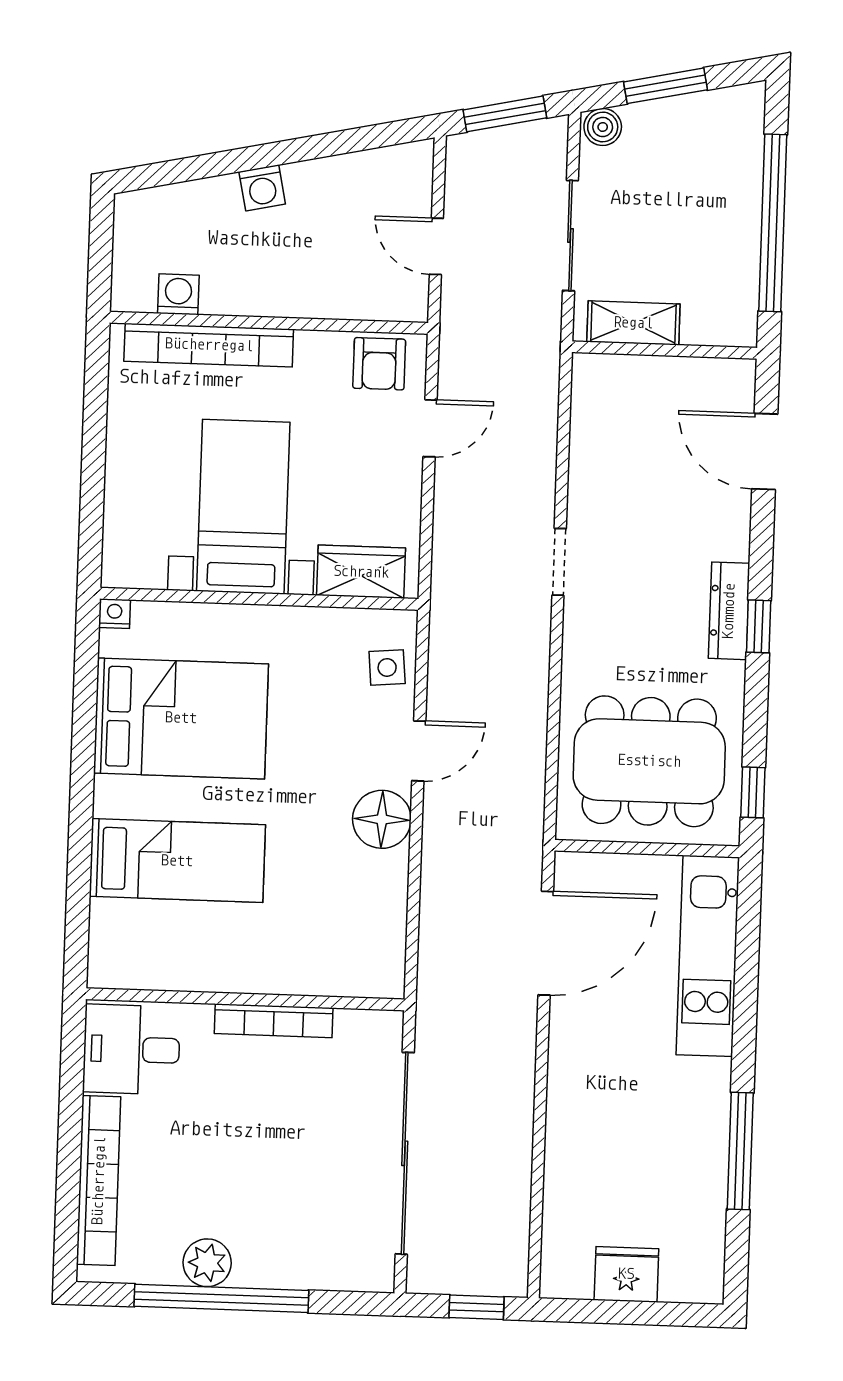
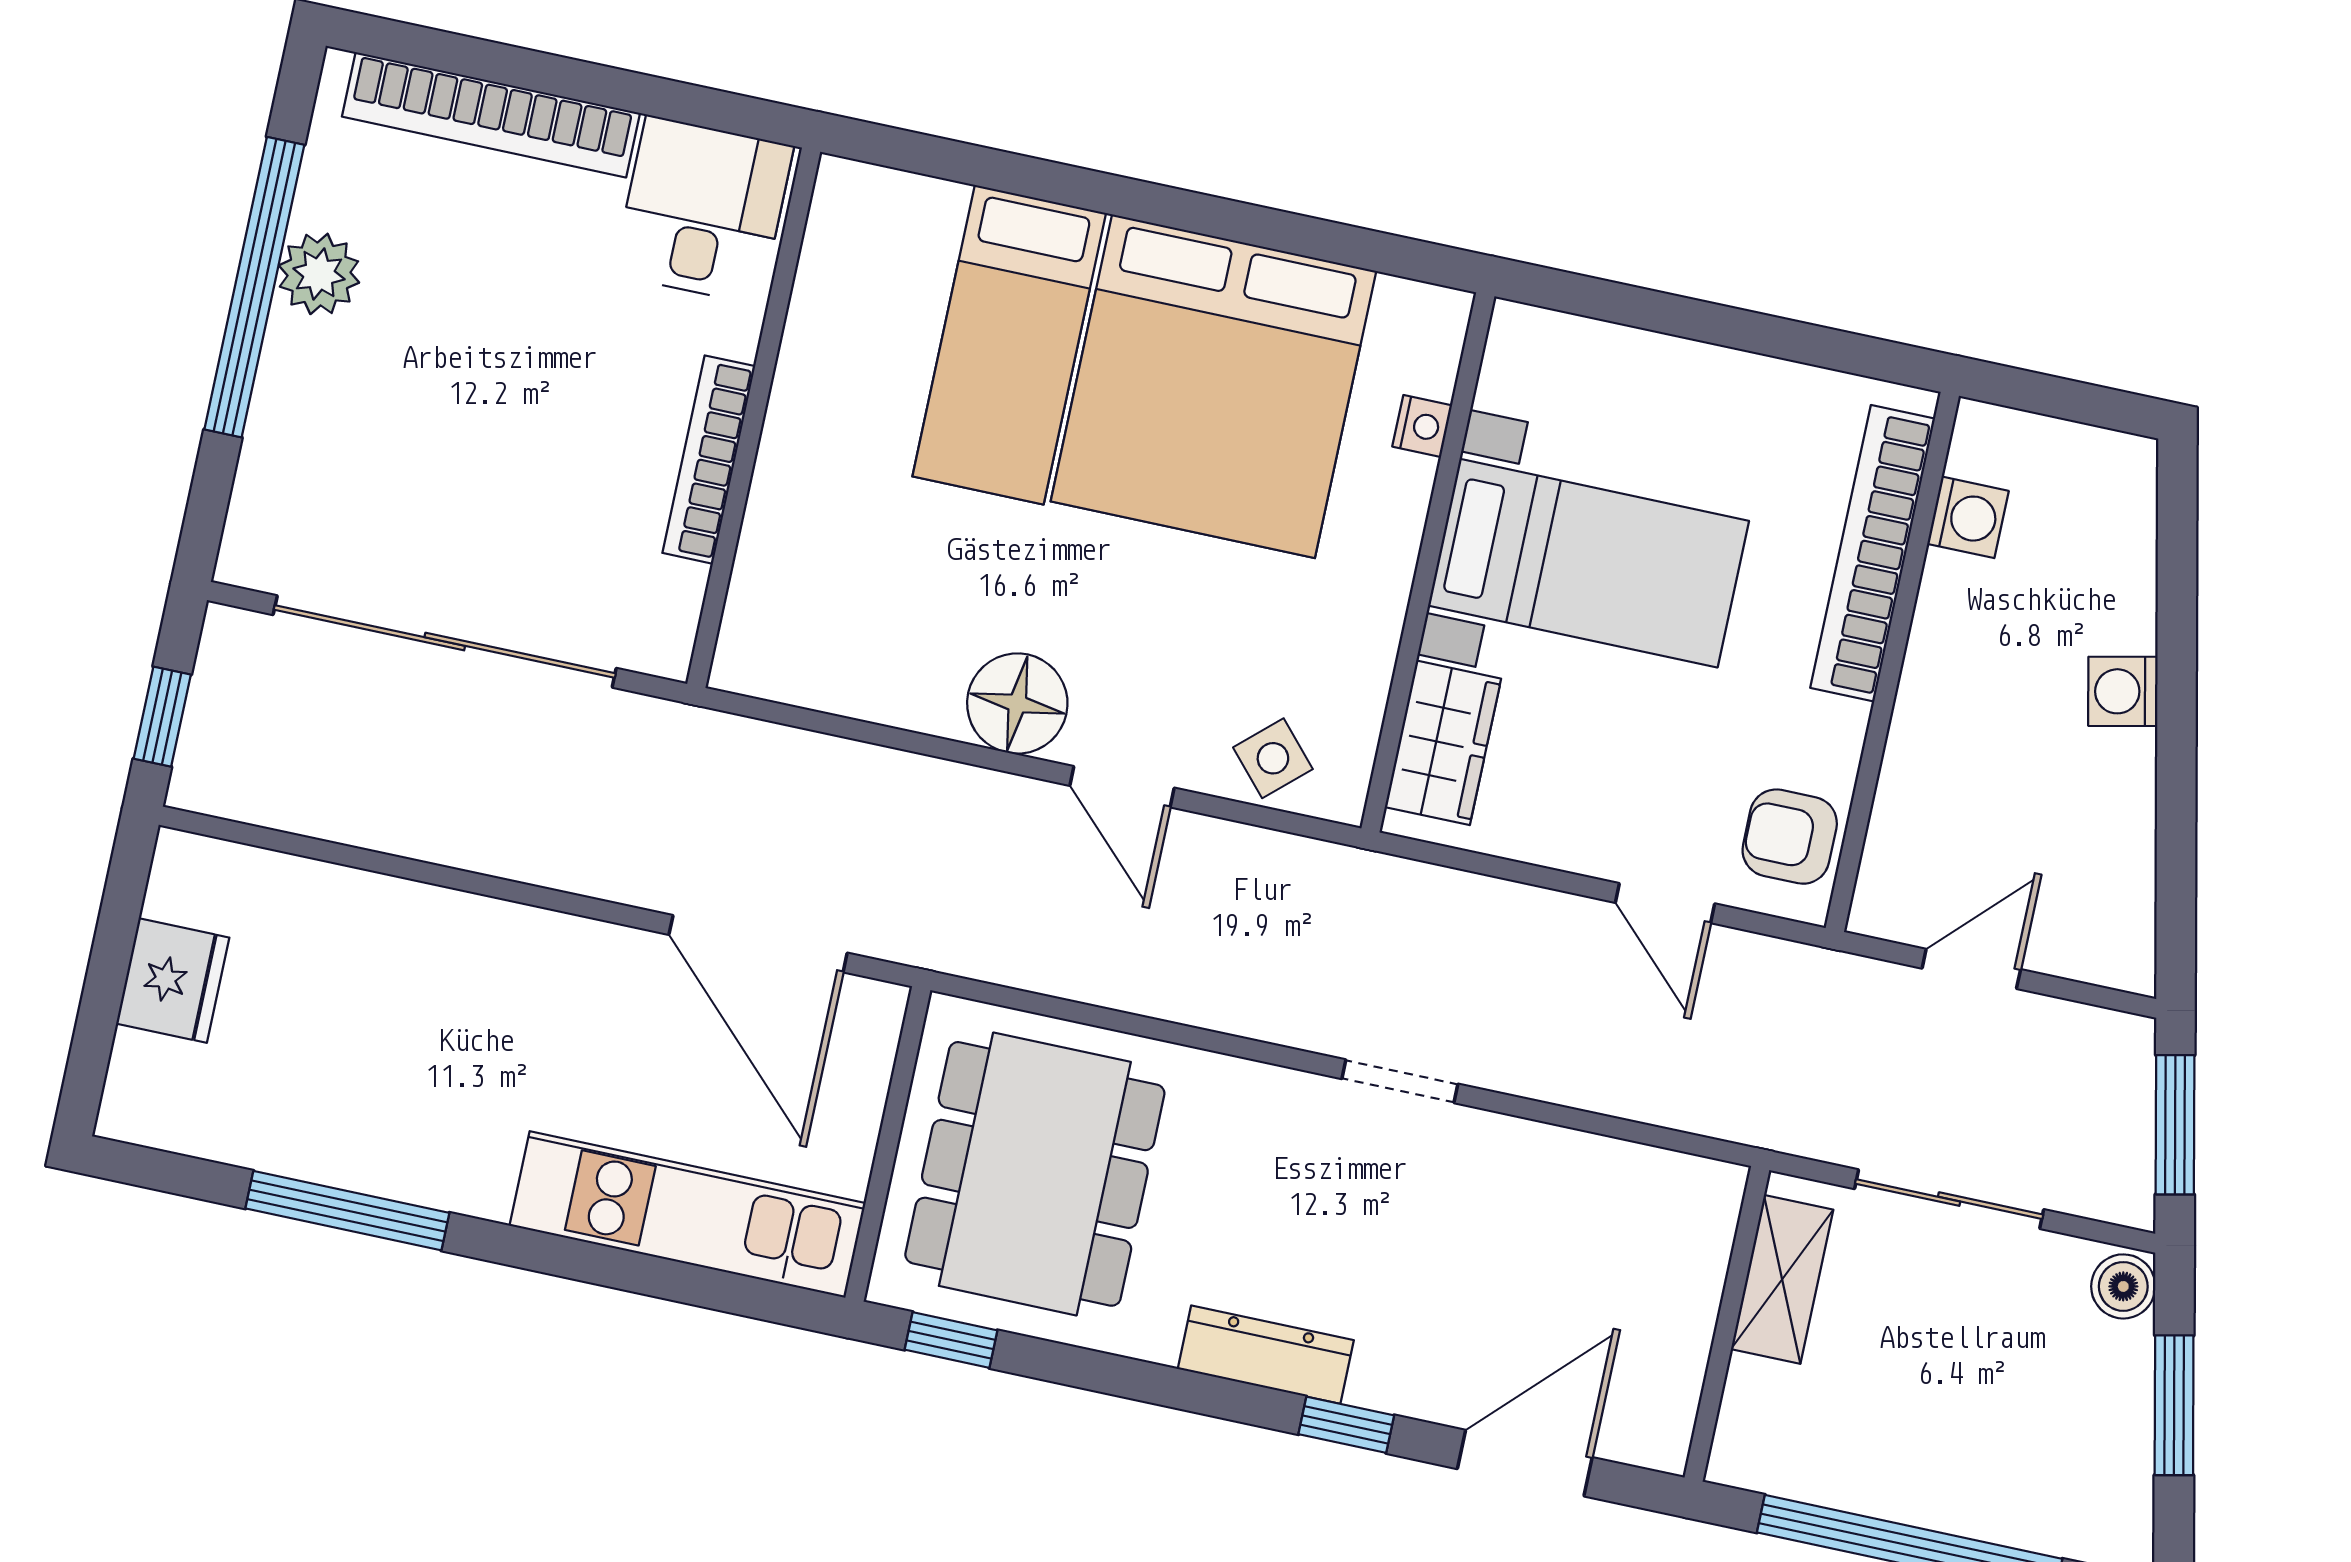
nightstand: (115, 614) -> (1422, 426), moved
window: (759, 626) -> (1346, 1425), moved
side table: (387, 667) -> (1273, 758), turned -37
bed: (181, 718) -> (1214, 386), width x1.36

